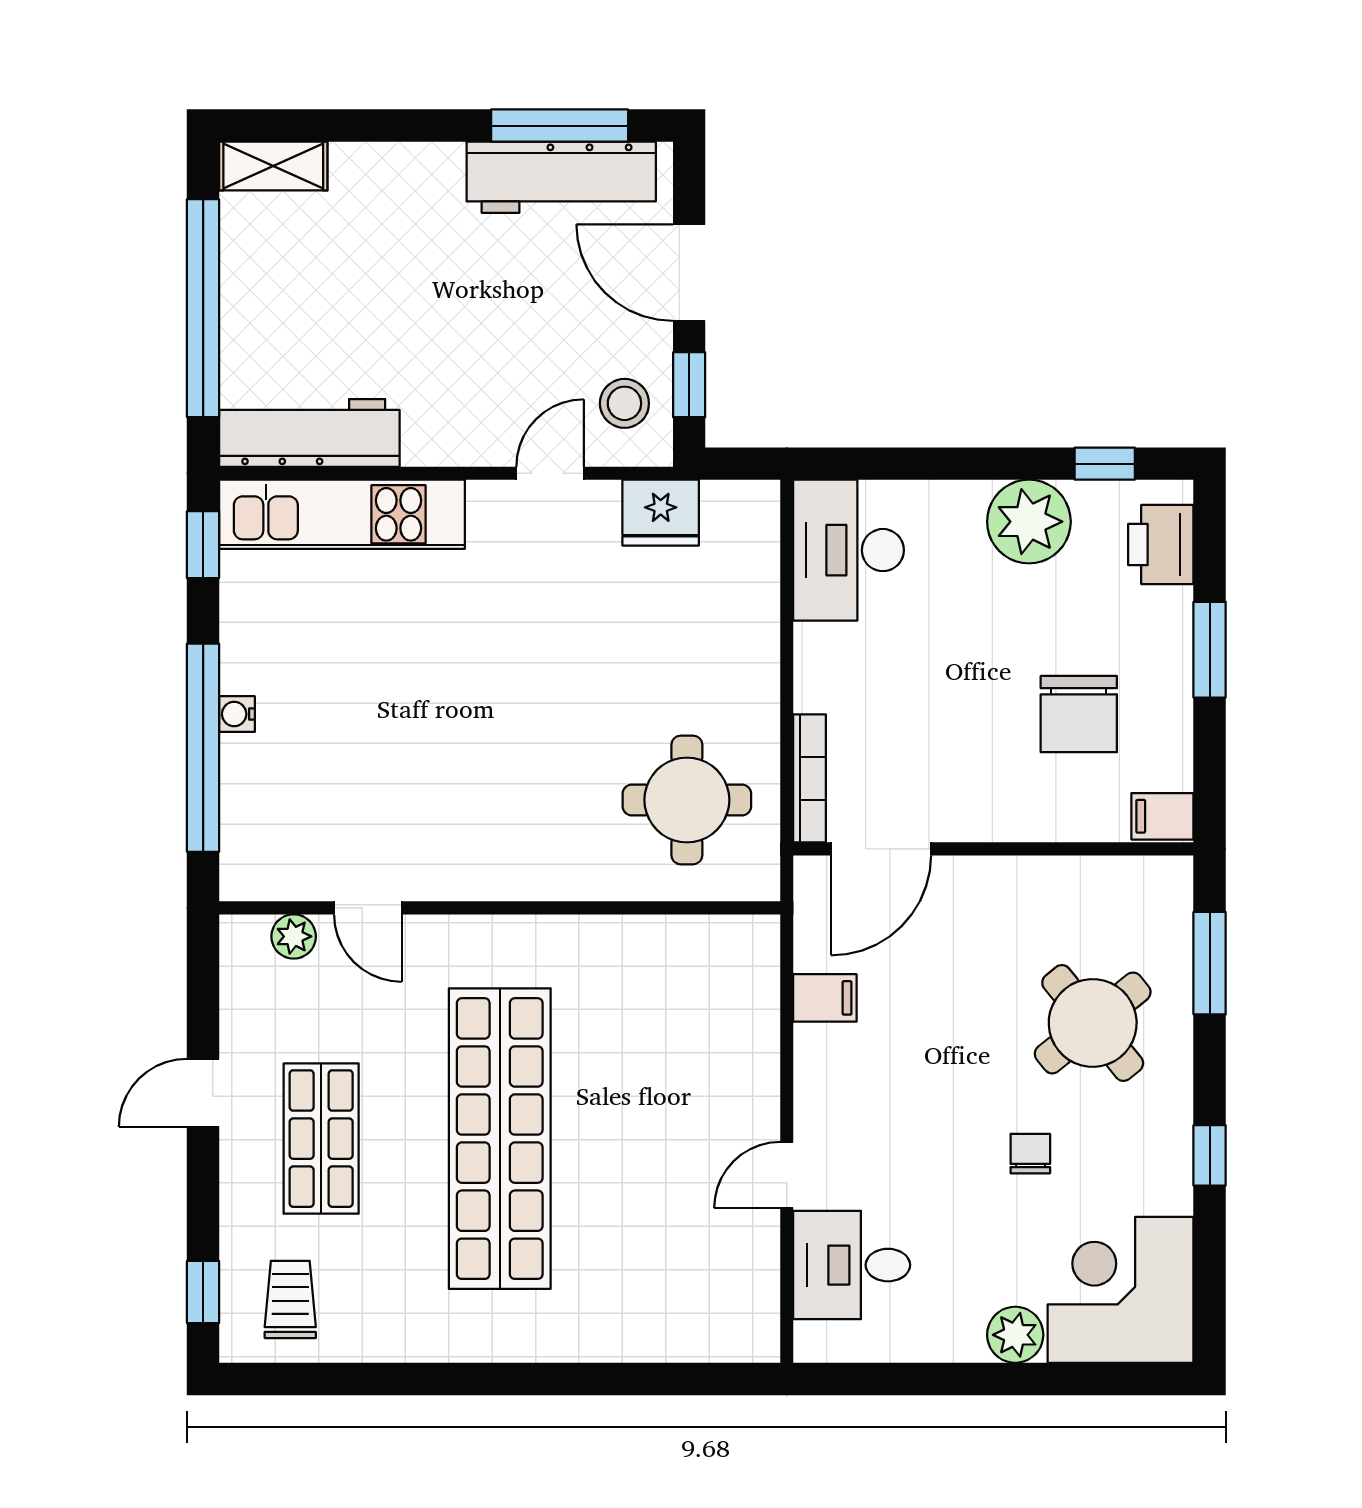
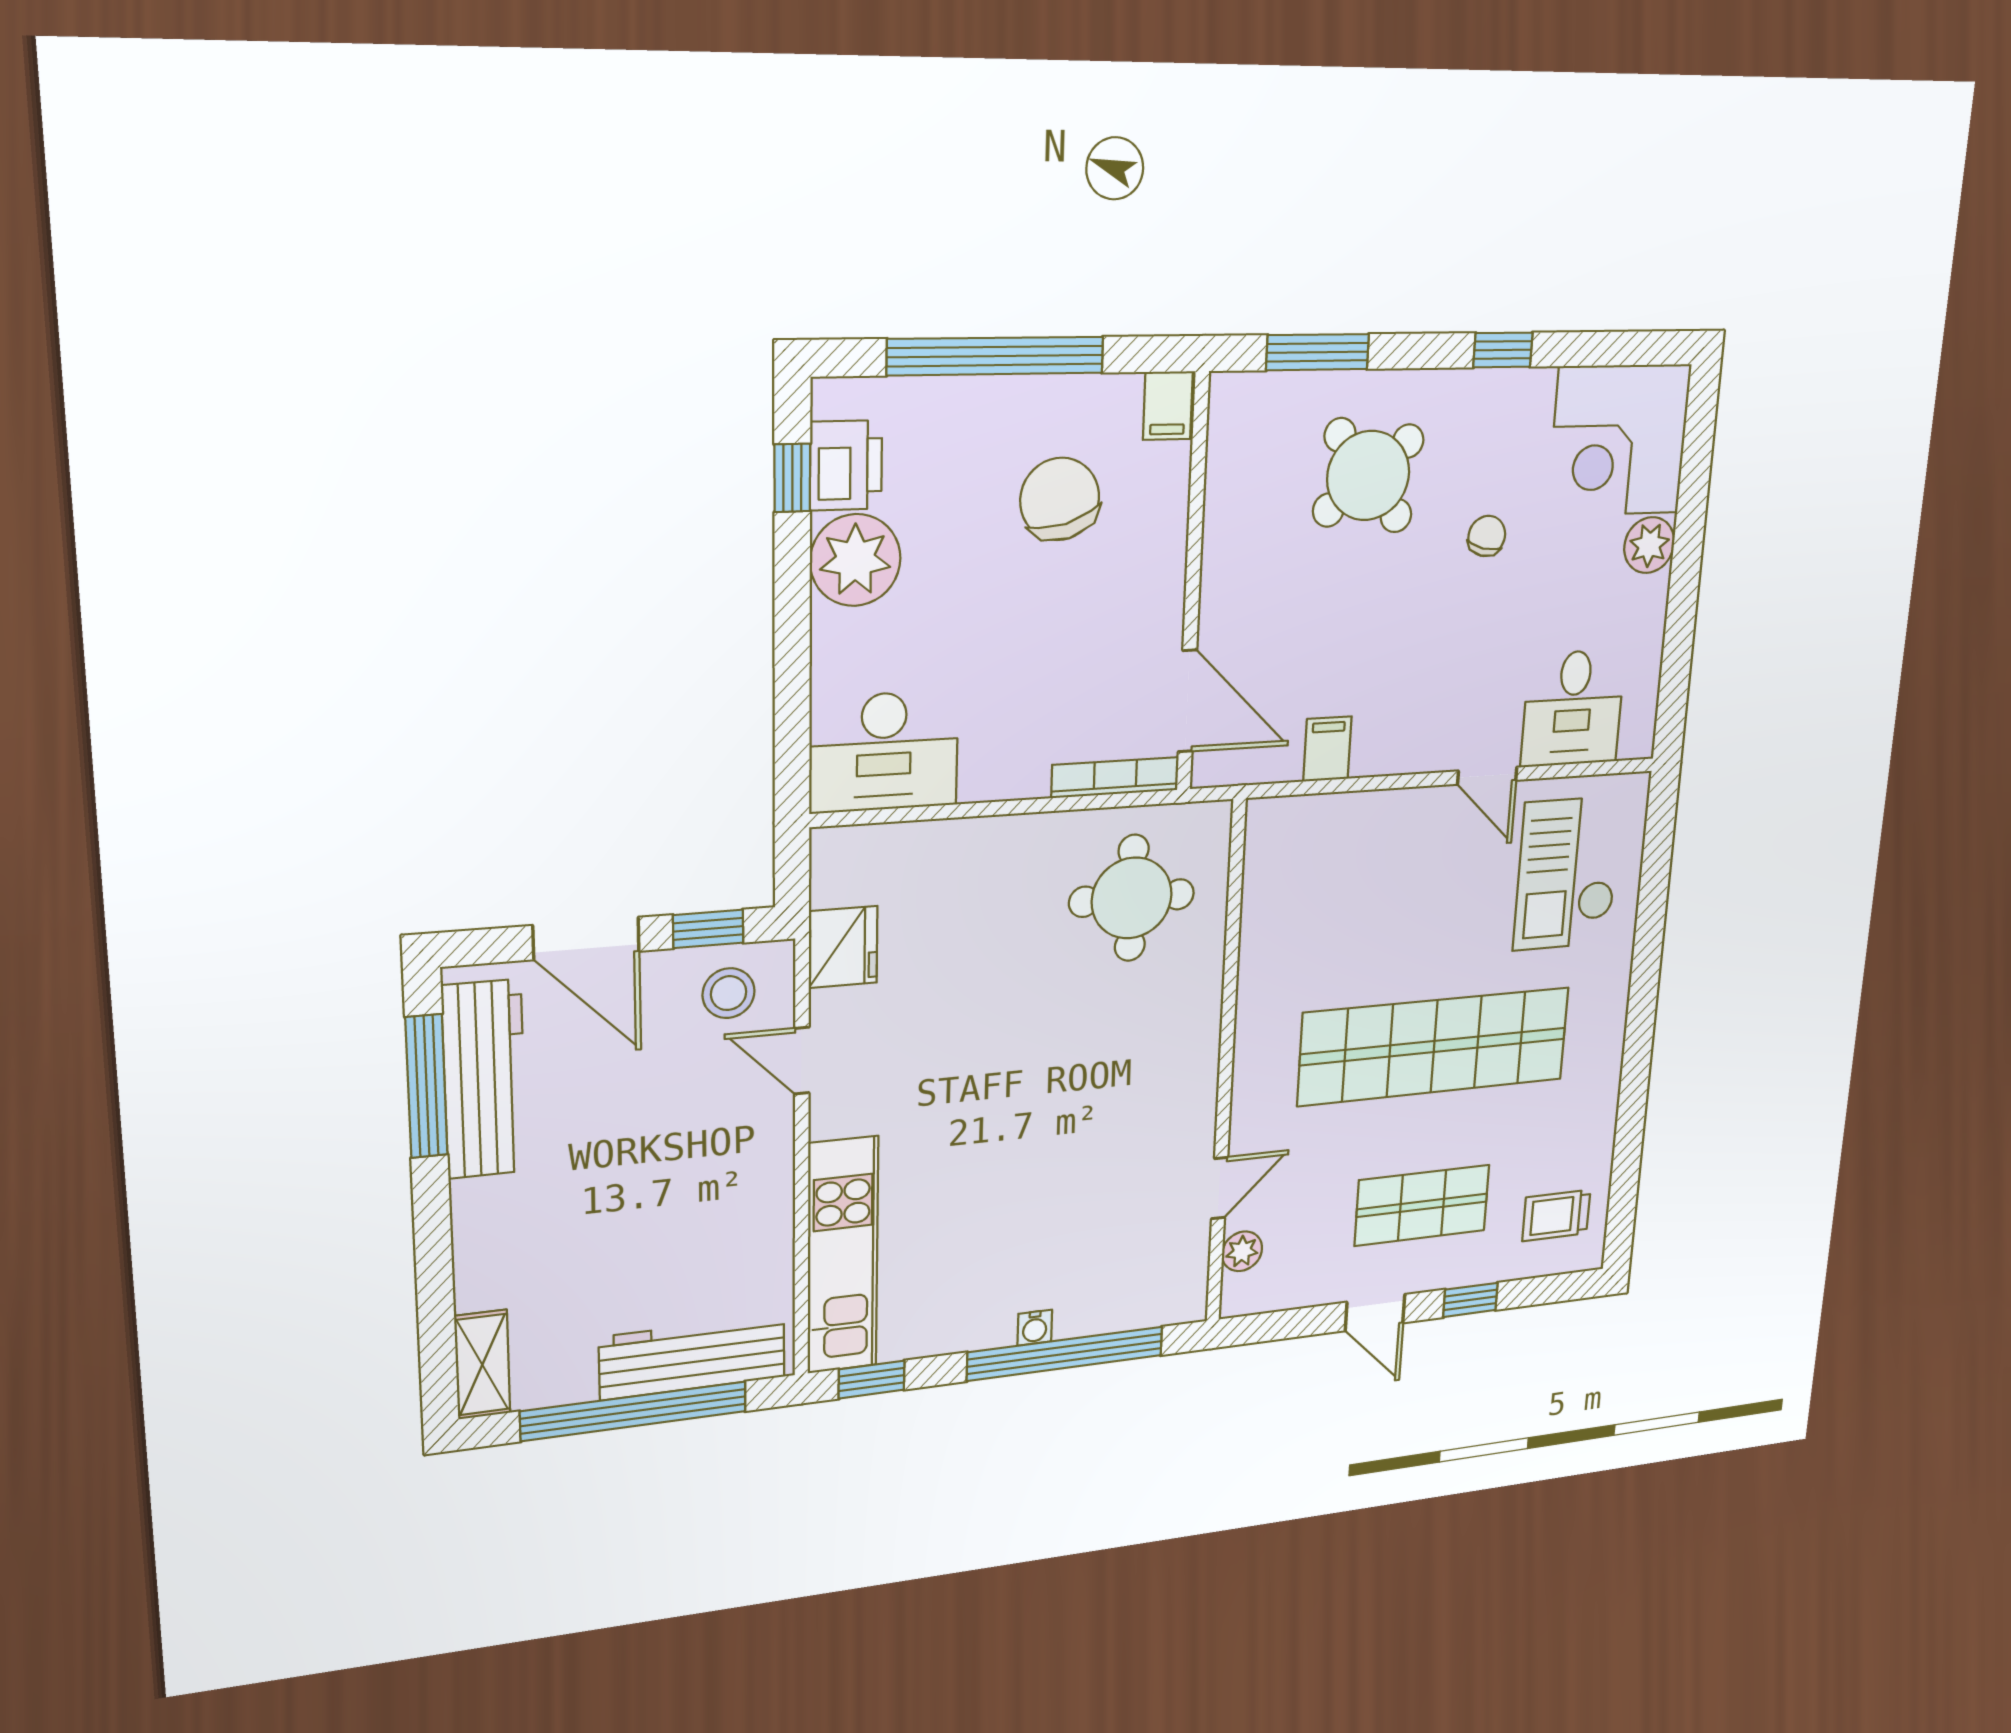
door: (689, 273) -> (586, 938), hinge flipped
workbench: (309, 433) -> (693, 1357), moved, turned 90
printer: (1161, 545) -> (846, 465), moved, turned -90
window: (1210, 650) -> (996, 356), width x2.11
chair: (1079, 714) -> (1060, 499), turned -106
chair: (1030, 1154) -> (1487, 536), turned 104
checkout: (676, 1276) -> (1567, 873), added
window: (203, 1292) -> (1470, 1300), moved

